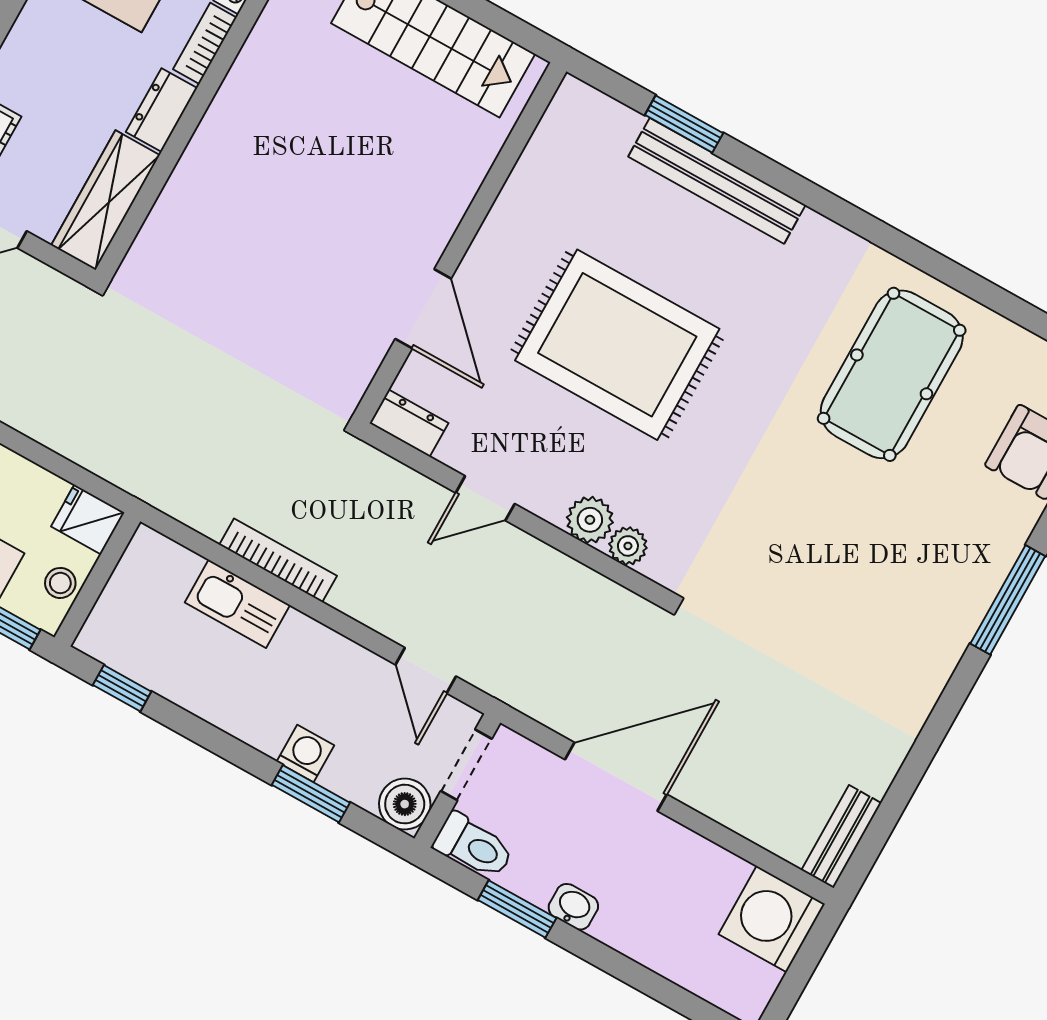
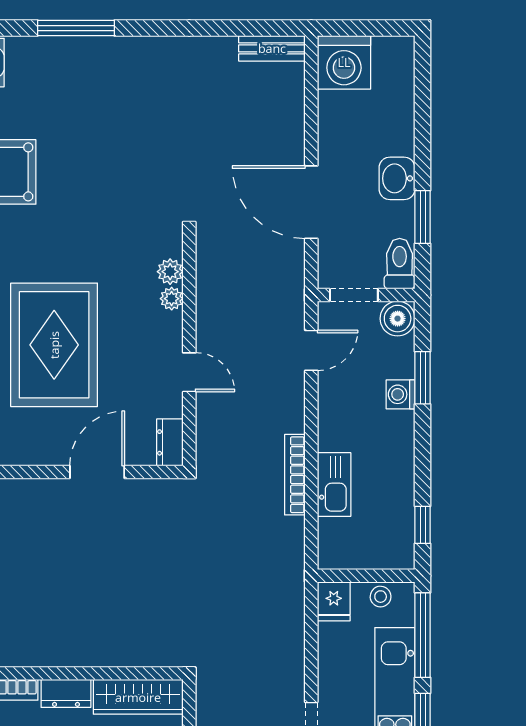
plant: (590, 520) -> (172, 299), width x0.73, depth x0.73
washbasin: (573, 907) -> (397, 178), width x1.38, depth x1.45

